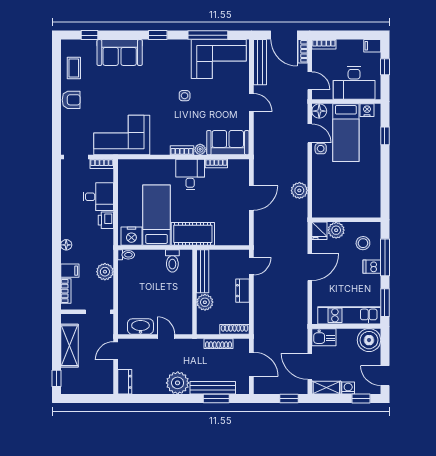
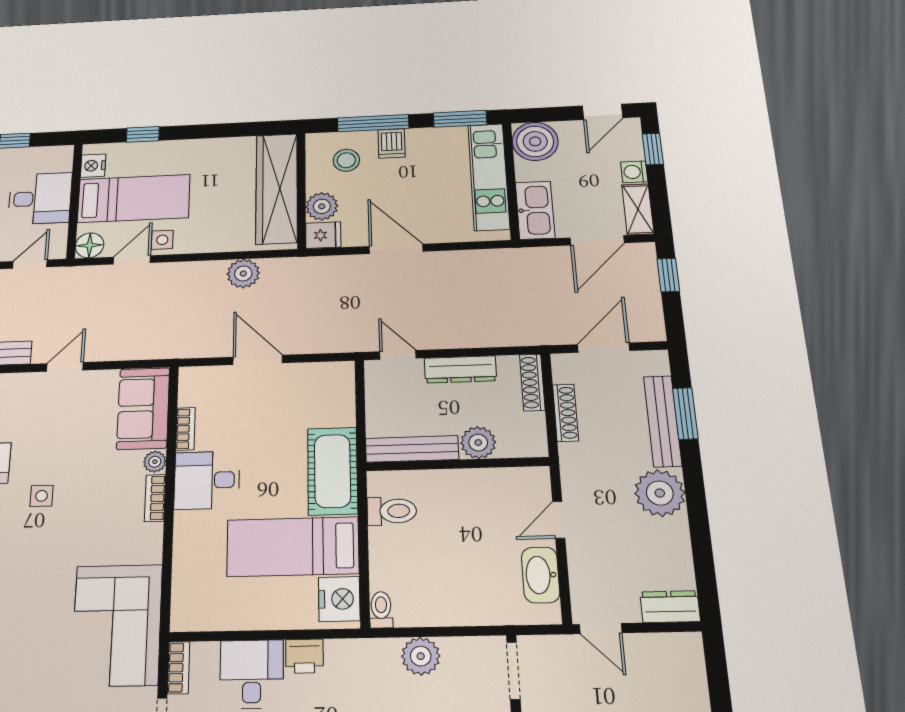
desk: (354, 83) -> (40, 199), width x0.73
wardrobe: (348, 207) -> (277, 188), added
dresser: (243, 291) -> (460, 369), width x1.44
kitchen sink: (324, 337) -> (535, 210), width x1.38

